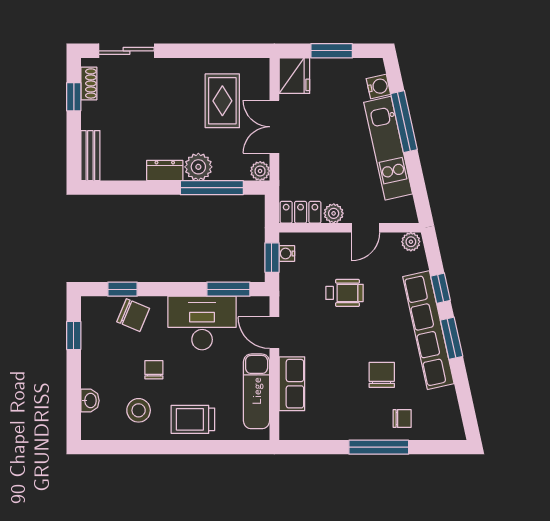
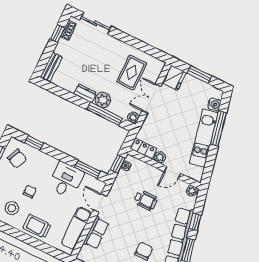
chair: (133, 315) -> (17, 159), moved
desk: (202, 323) -> (66, 180), width x0.73

